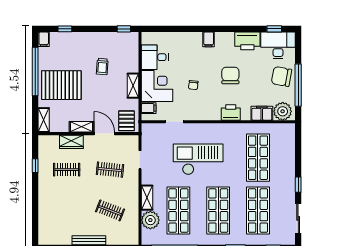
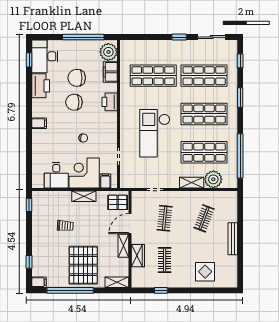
chair: (282, 77) -> (77, 78), moved, turned 80
display table: (55, 211) -> (205, 272), added

